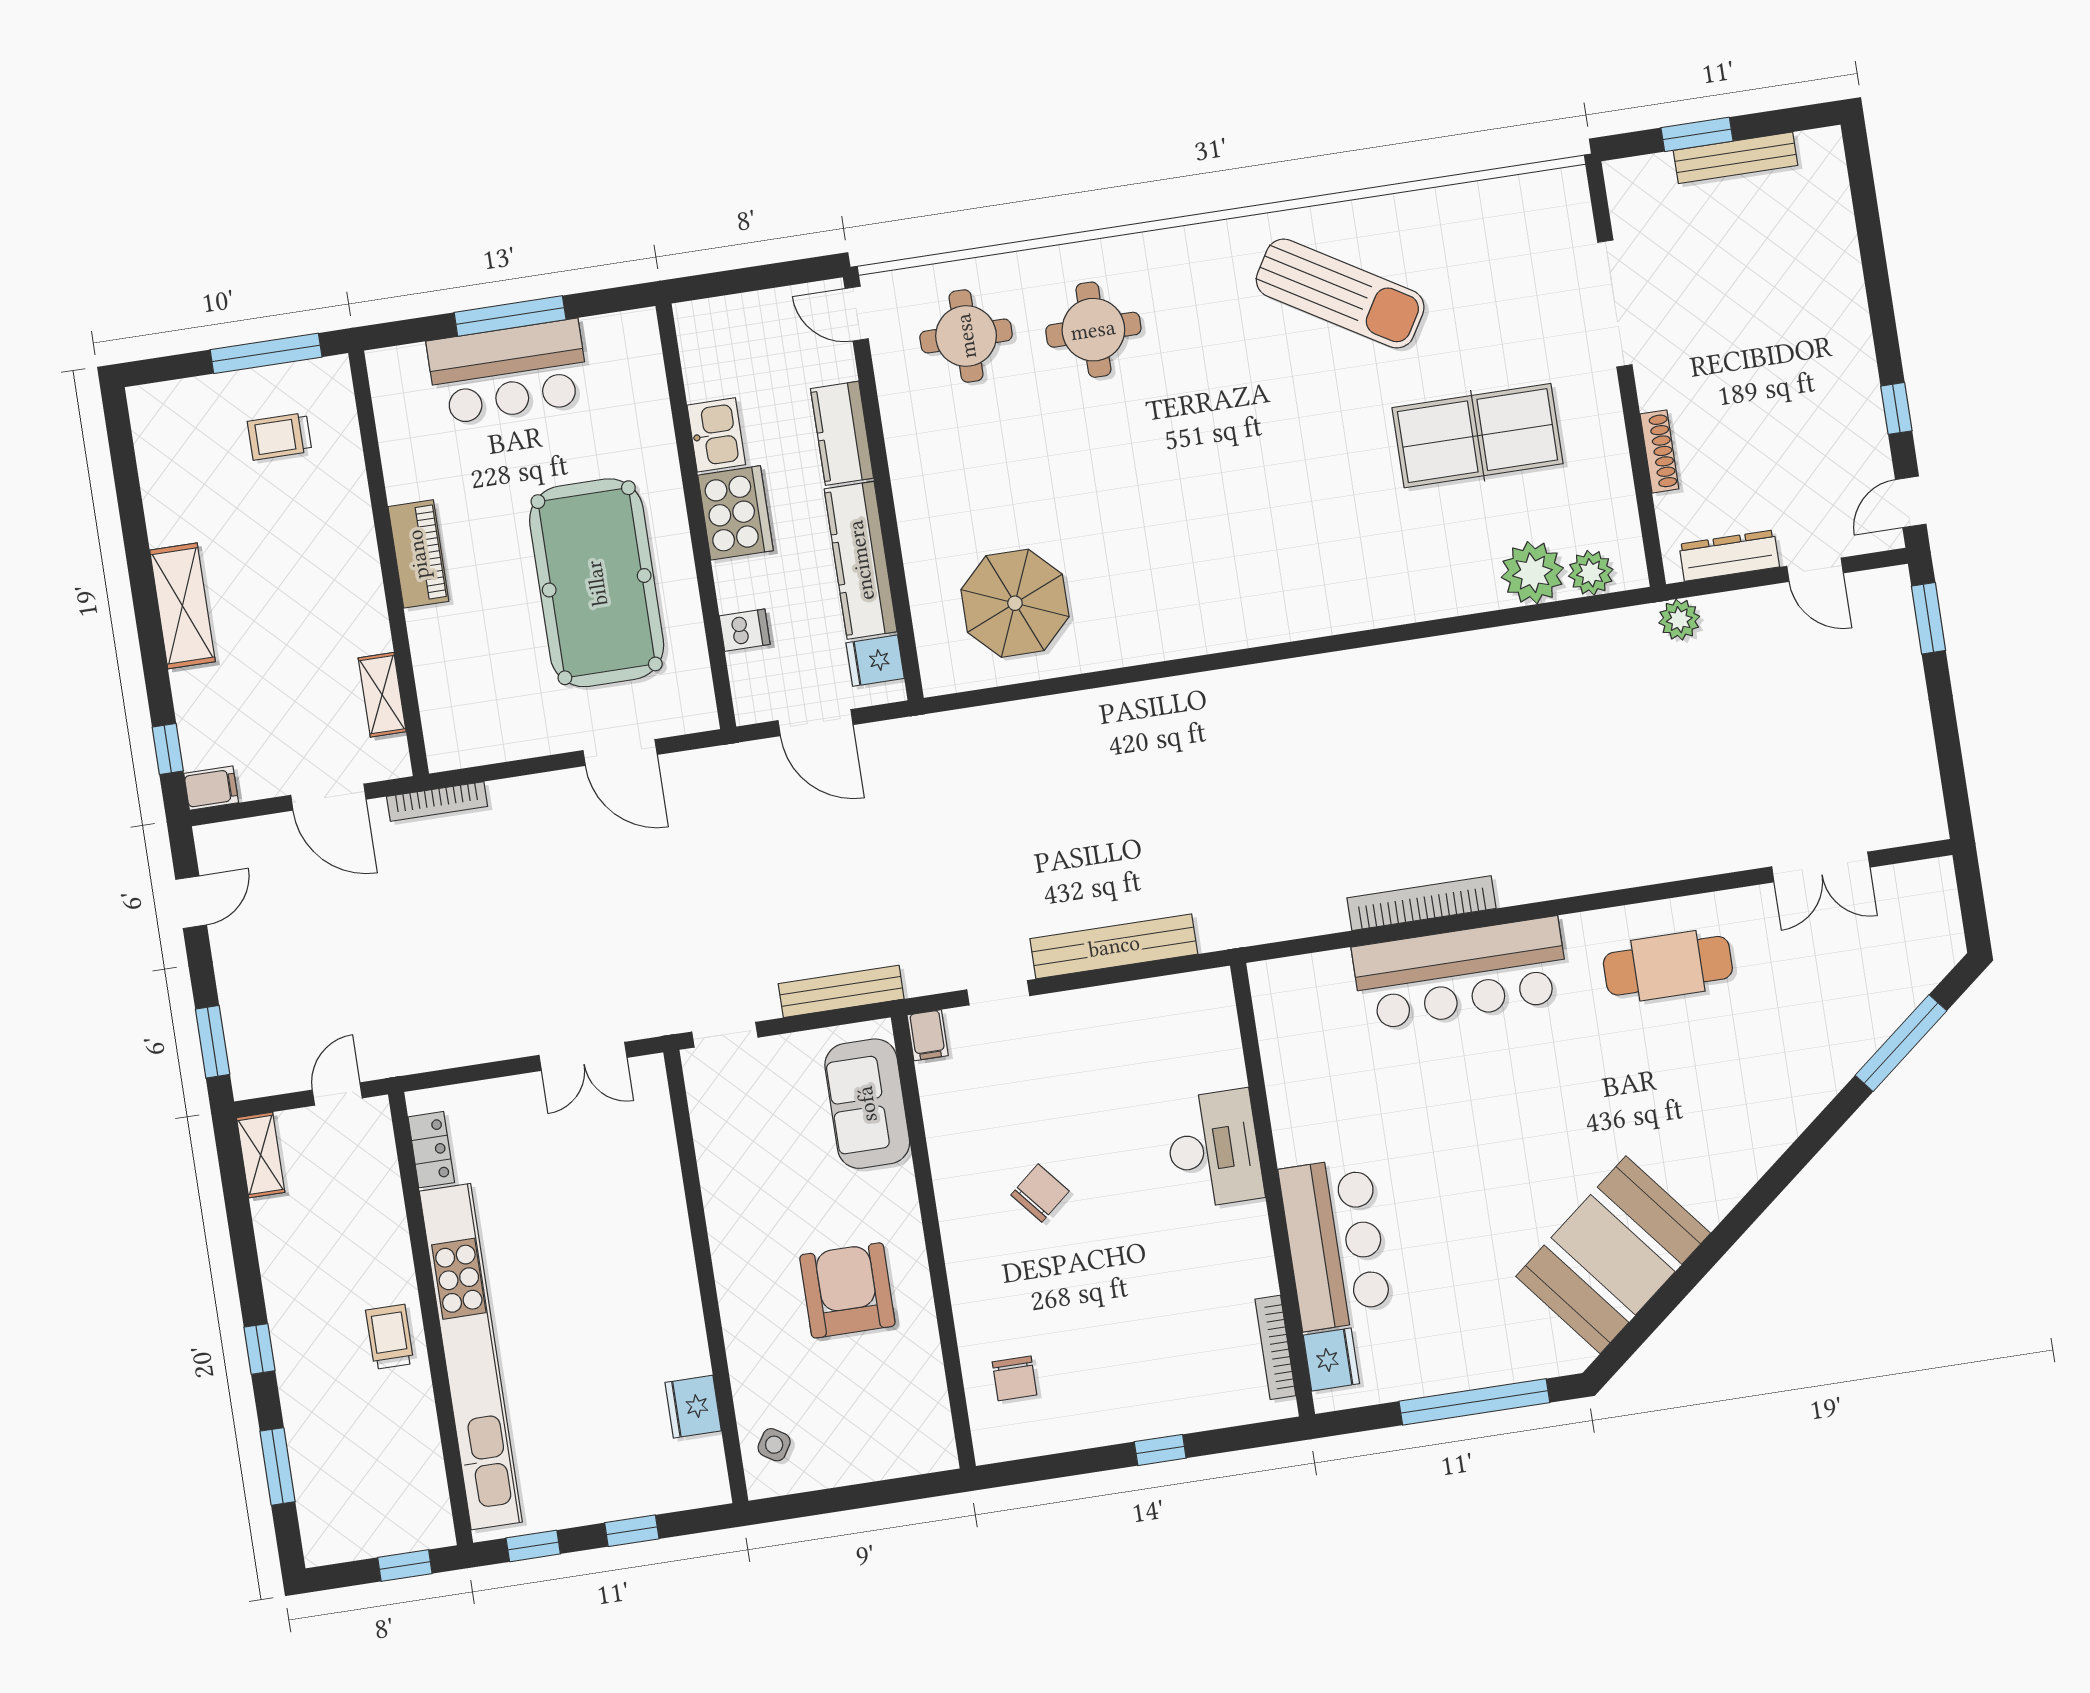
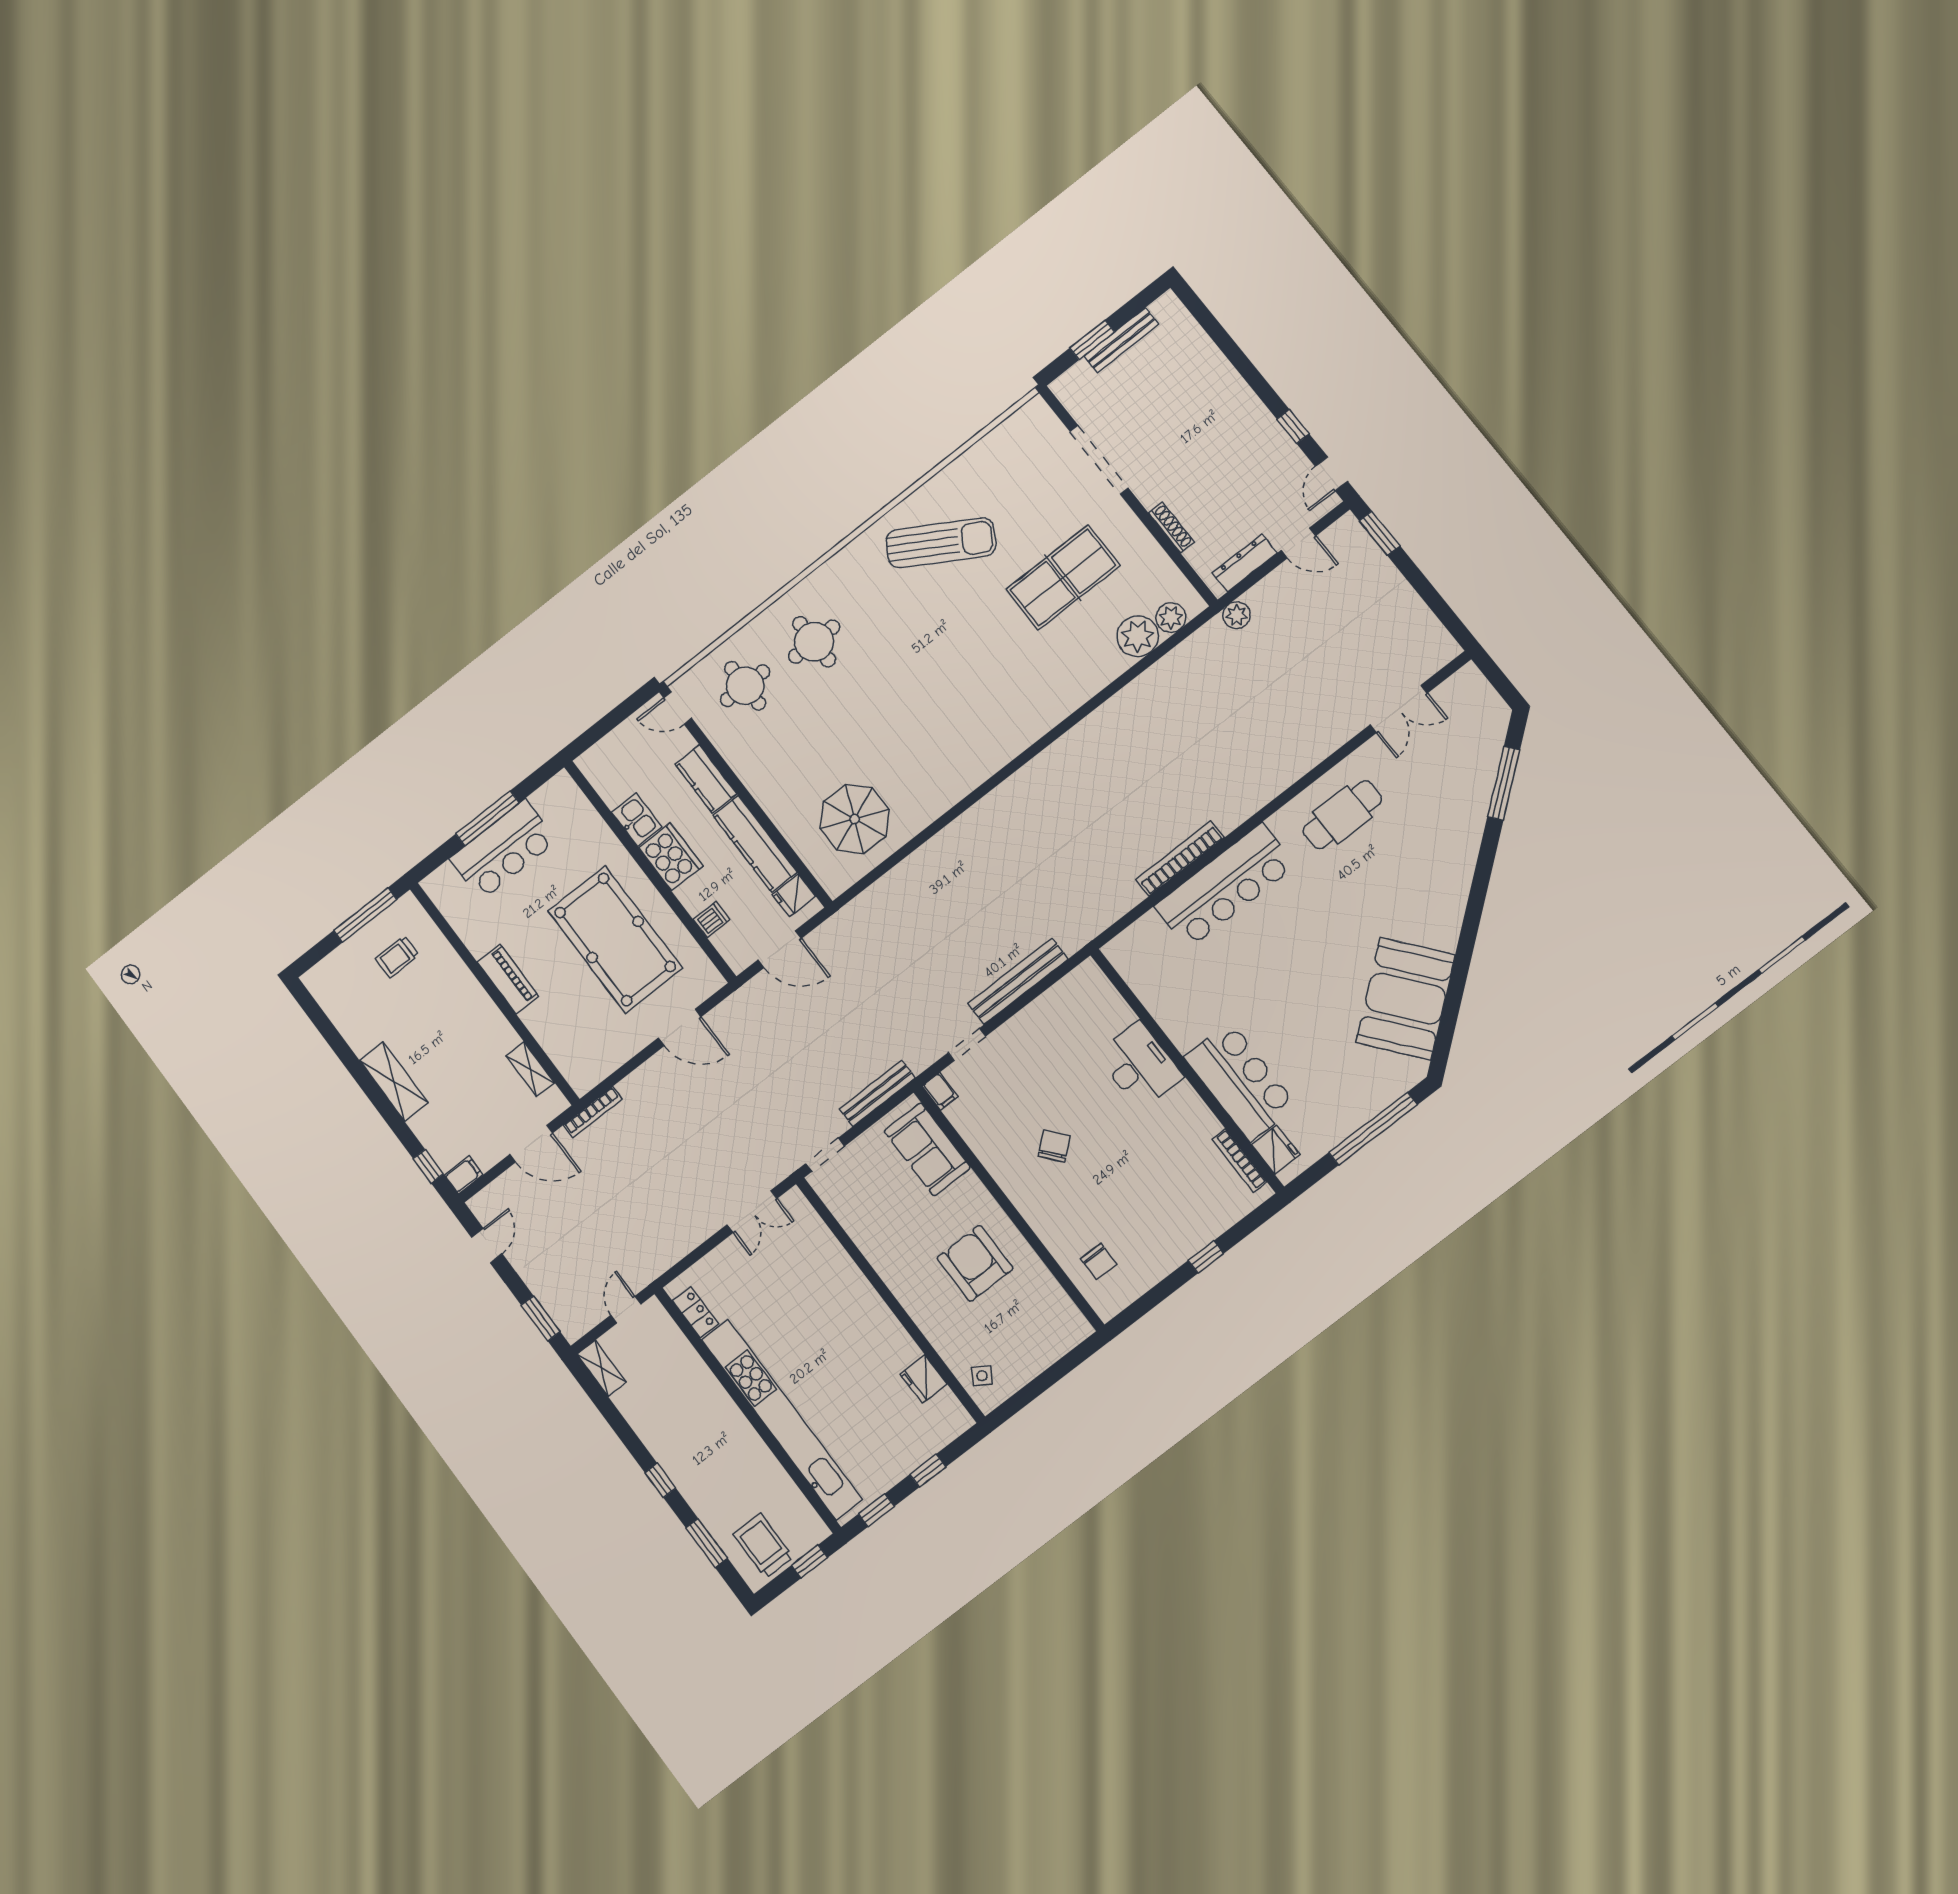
trolley: (390, 1337) -> (763, 1546), moved, width x1.36, depth x1.39

